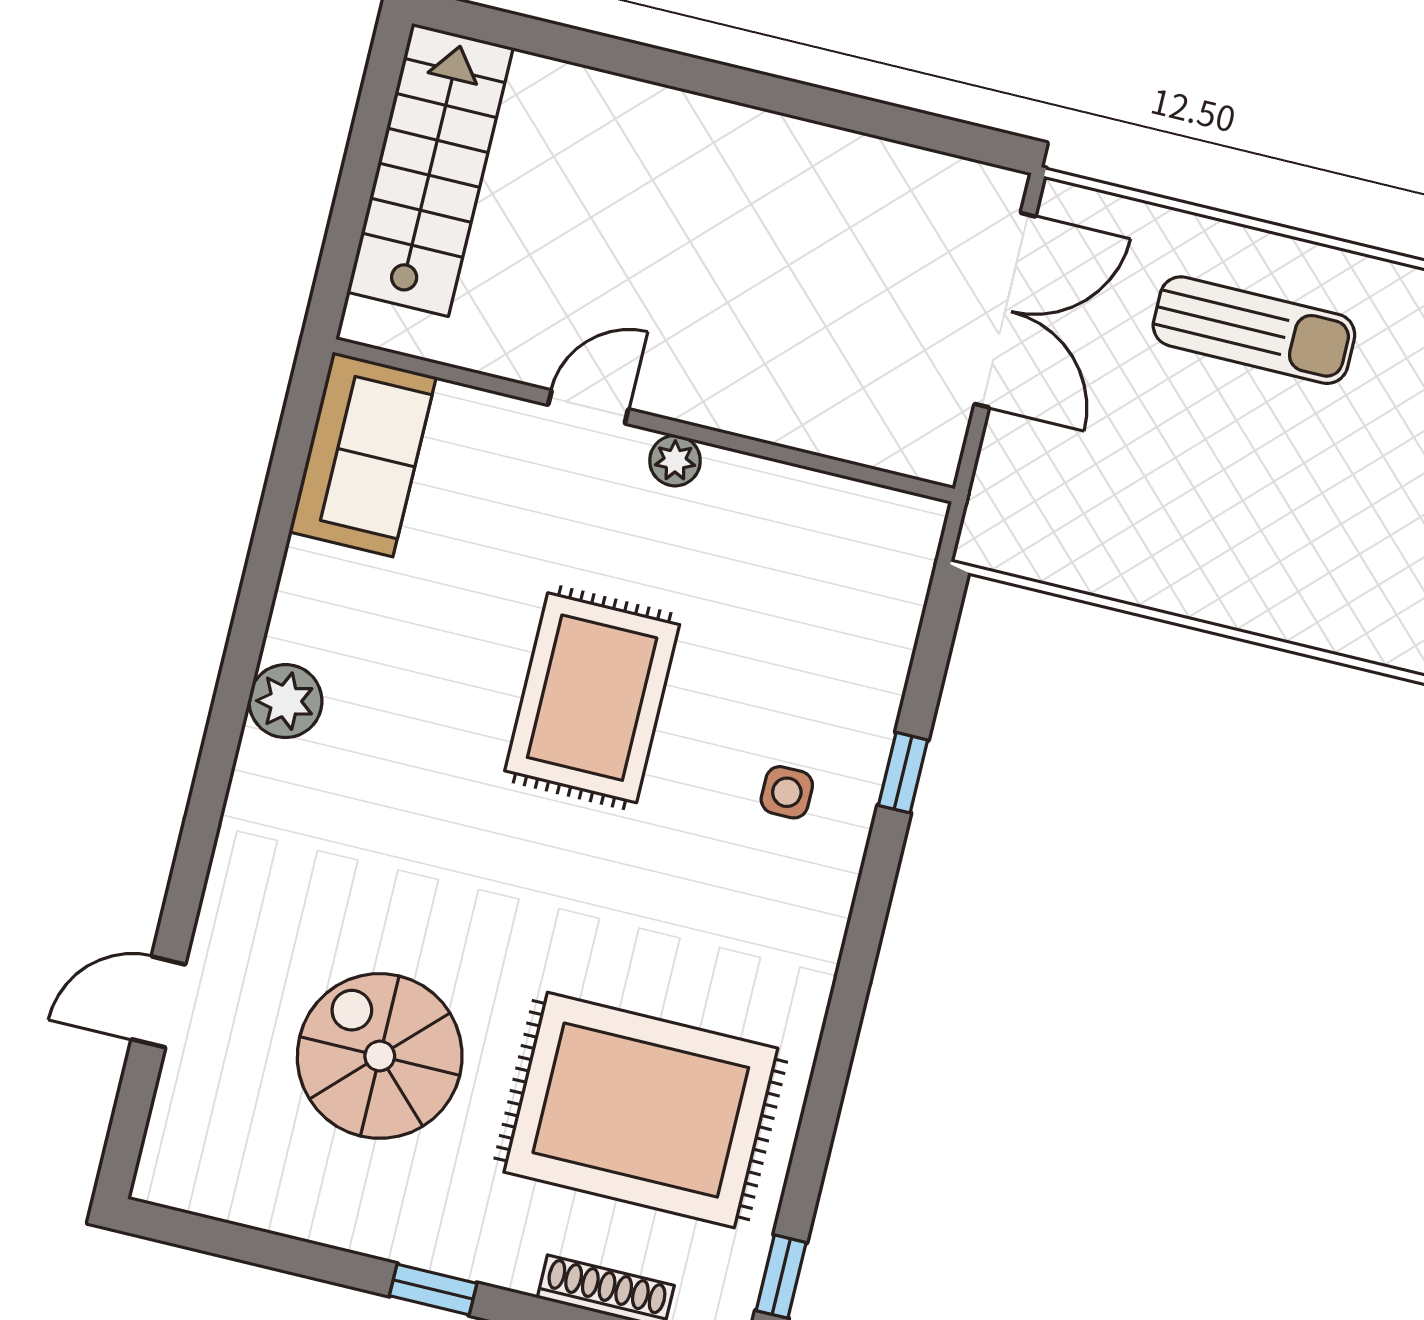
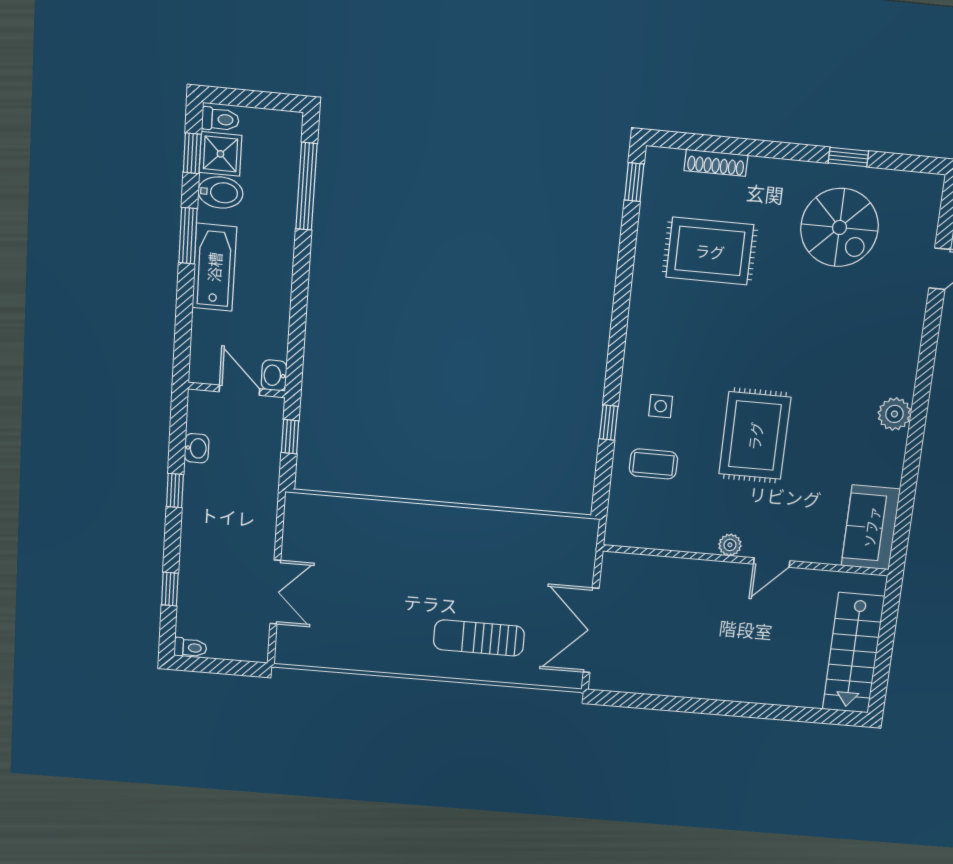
coffee table: (819, 667) -> (653, 464), added
spiral stairs: (380, 1056) -> (840, 227), moved
rug: (641, 1110) -> (710, 251), width x0.73, depth x0.69
window: (433, 1290) -> (848, 157), moved

